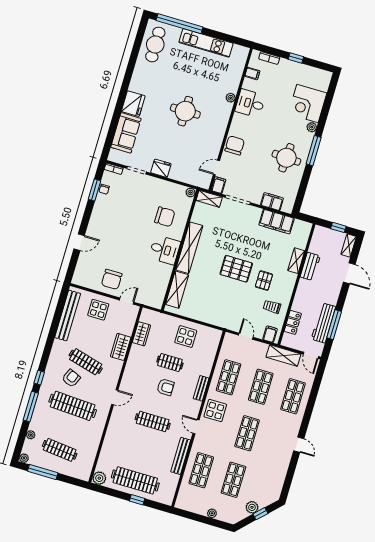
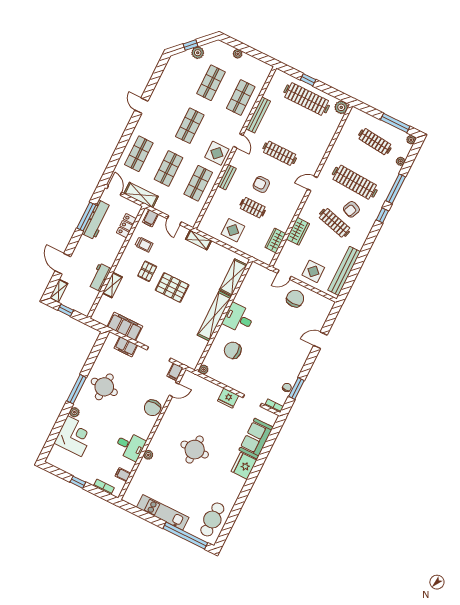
shelving: (209, 199) -> (199, 240), moved

